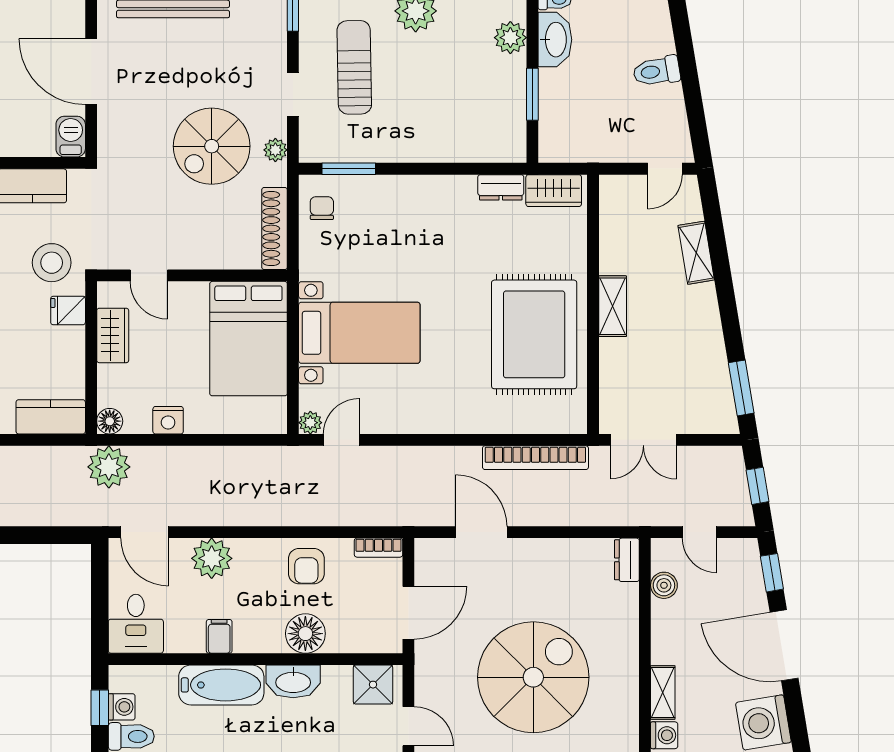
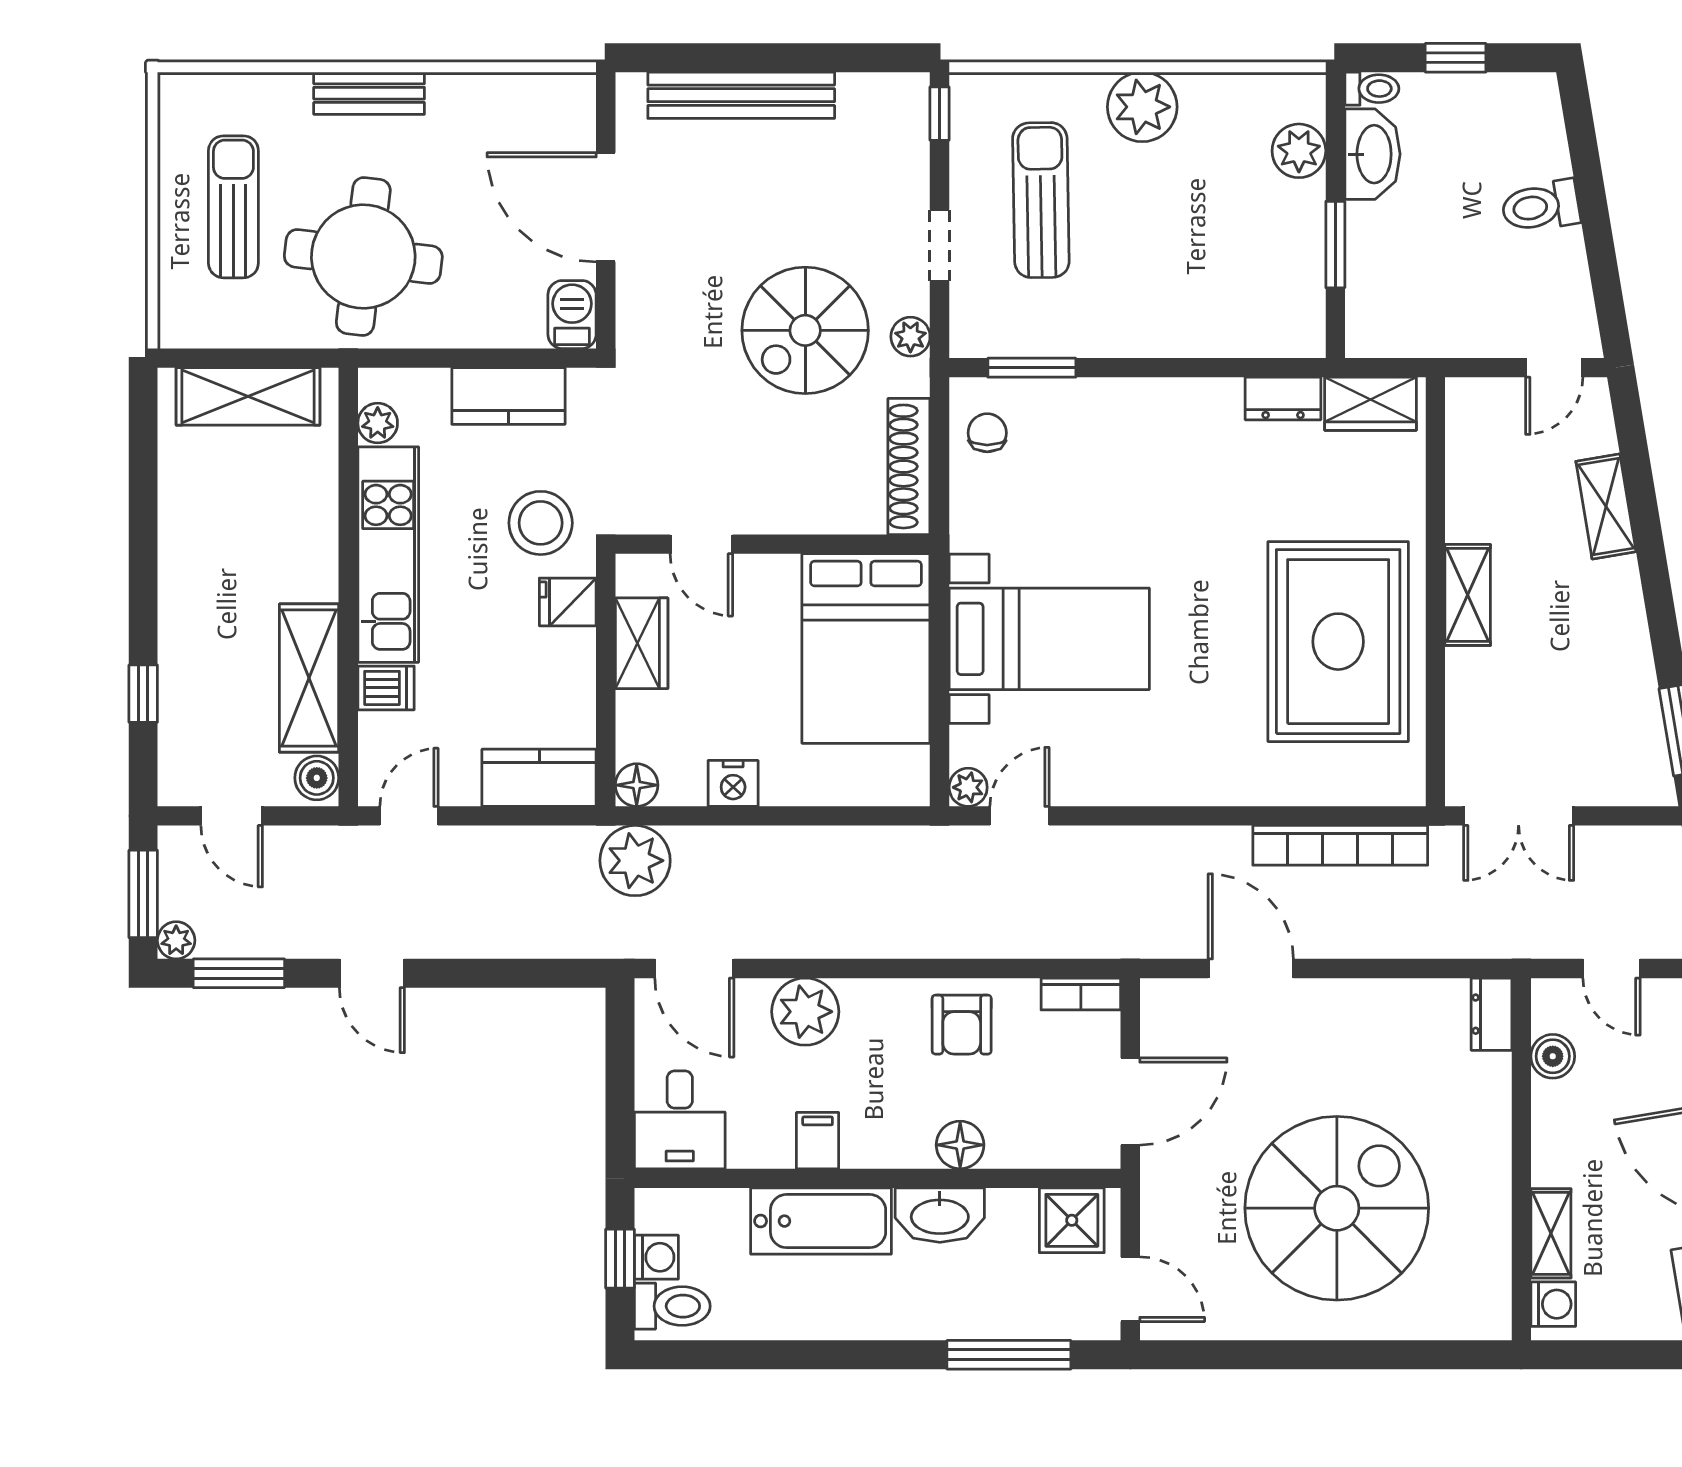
floor lamp: (305, 634) -> (960, 1145), width x0.73, depth x0.73

